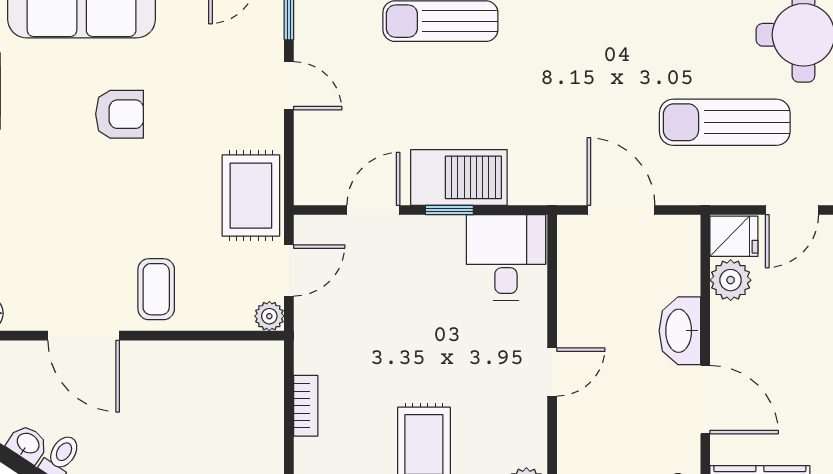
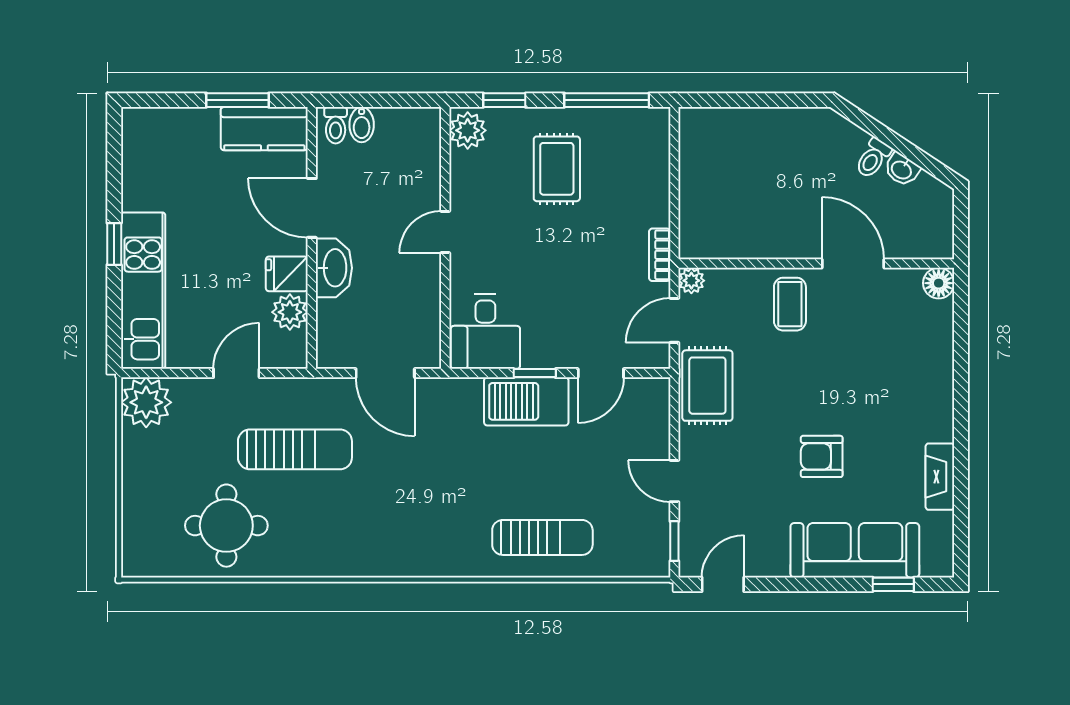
fridge: (734, 236) -> (287, 274), moved
bookcase: (306, 406) -> (660, 255), moved

